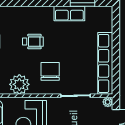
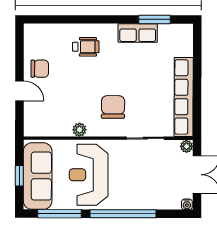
wheelchair: (33, 42) -> (86, 47), moved
plant: (19, 84) -> (79, 130), width x0.53, depth x0.53

